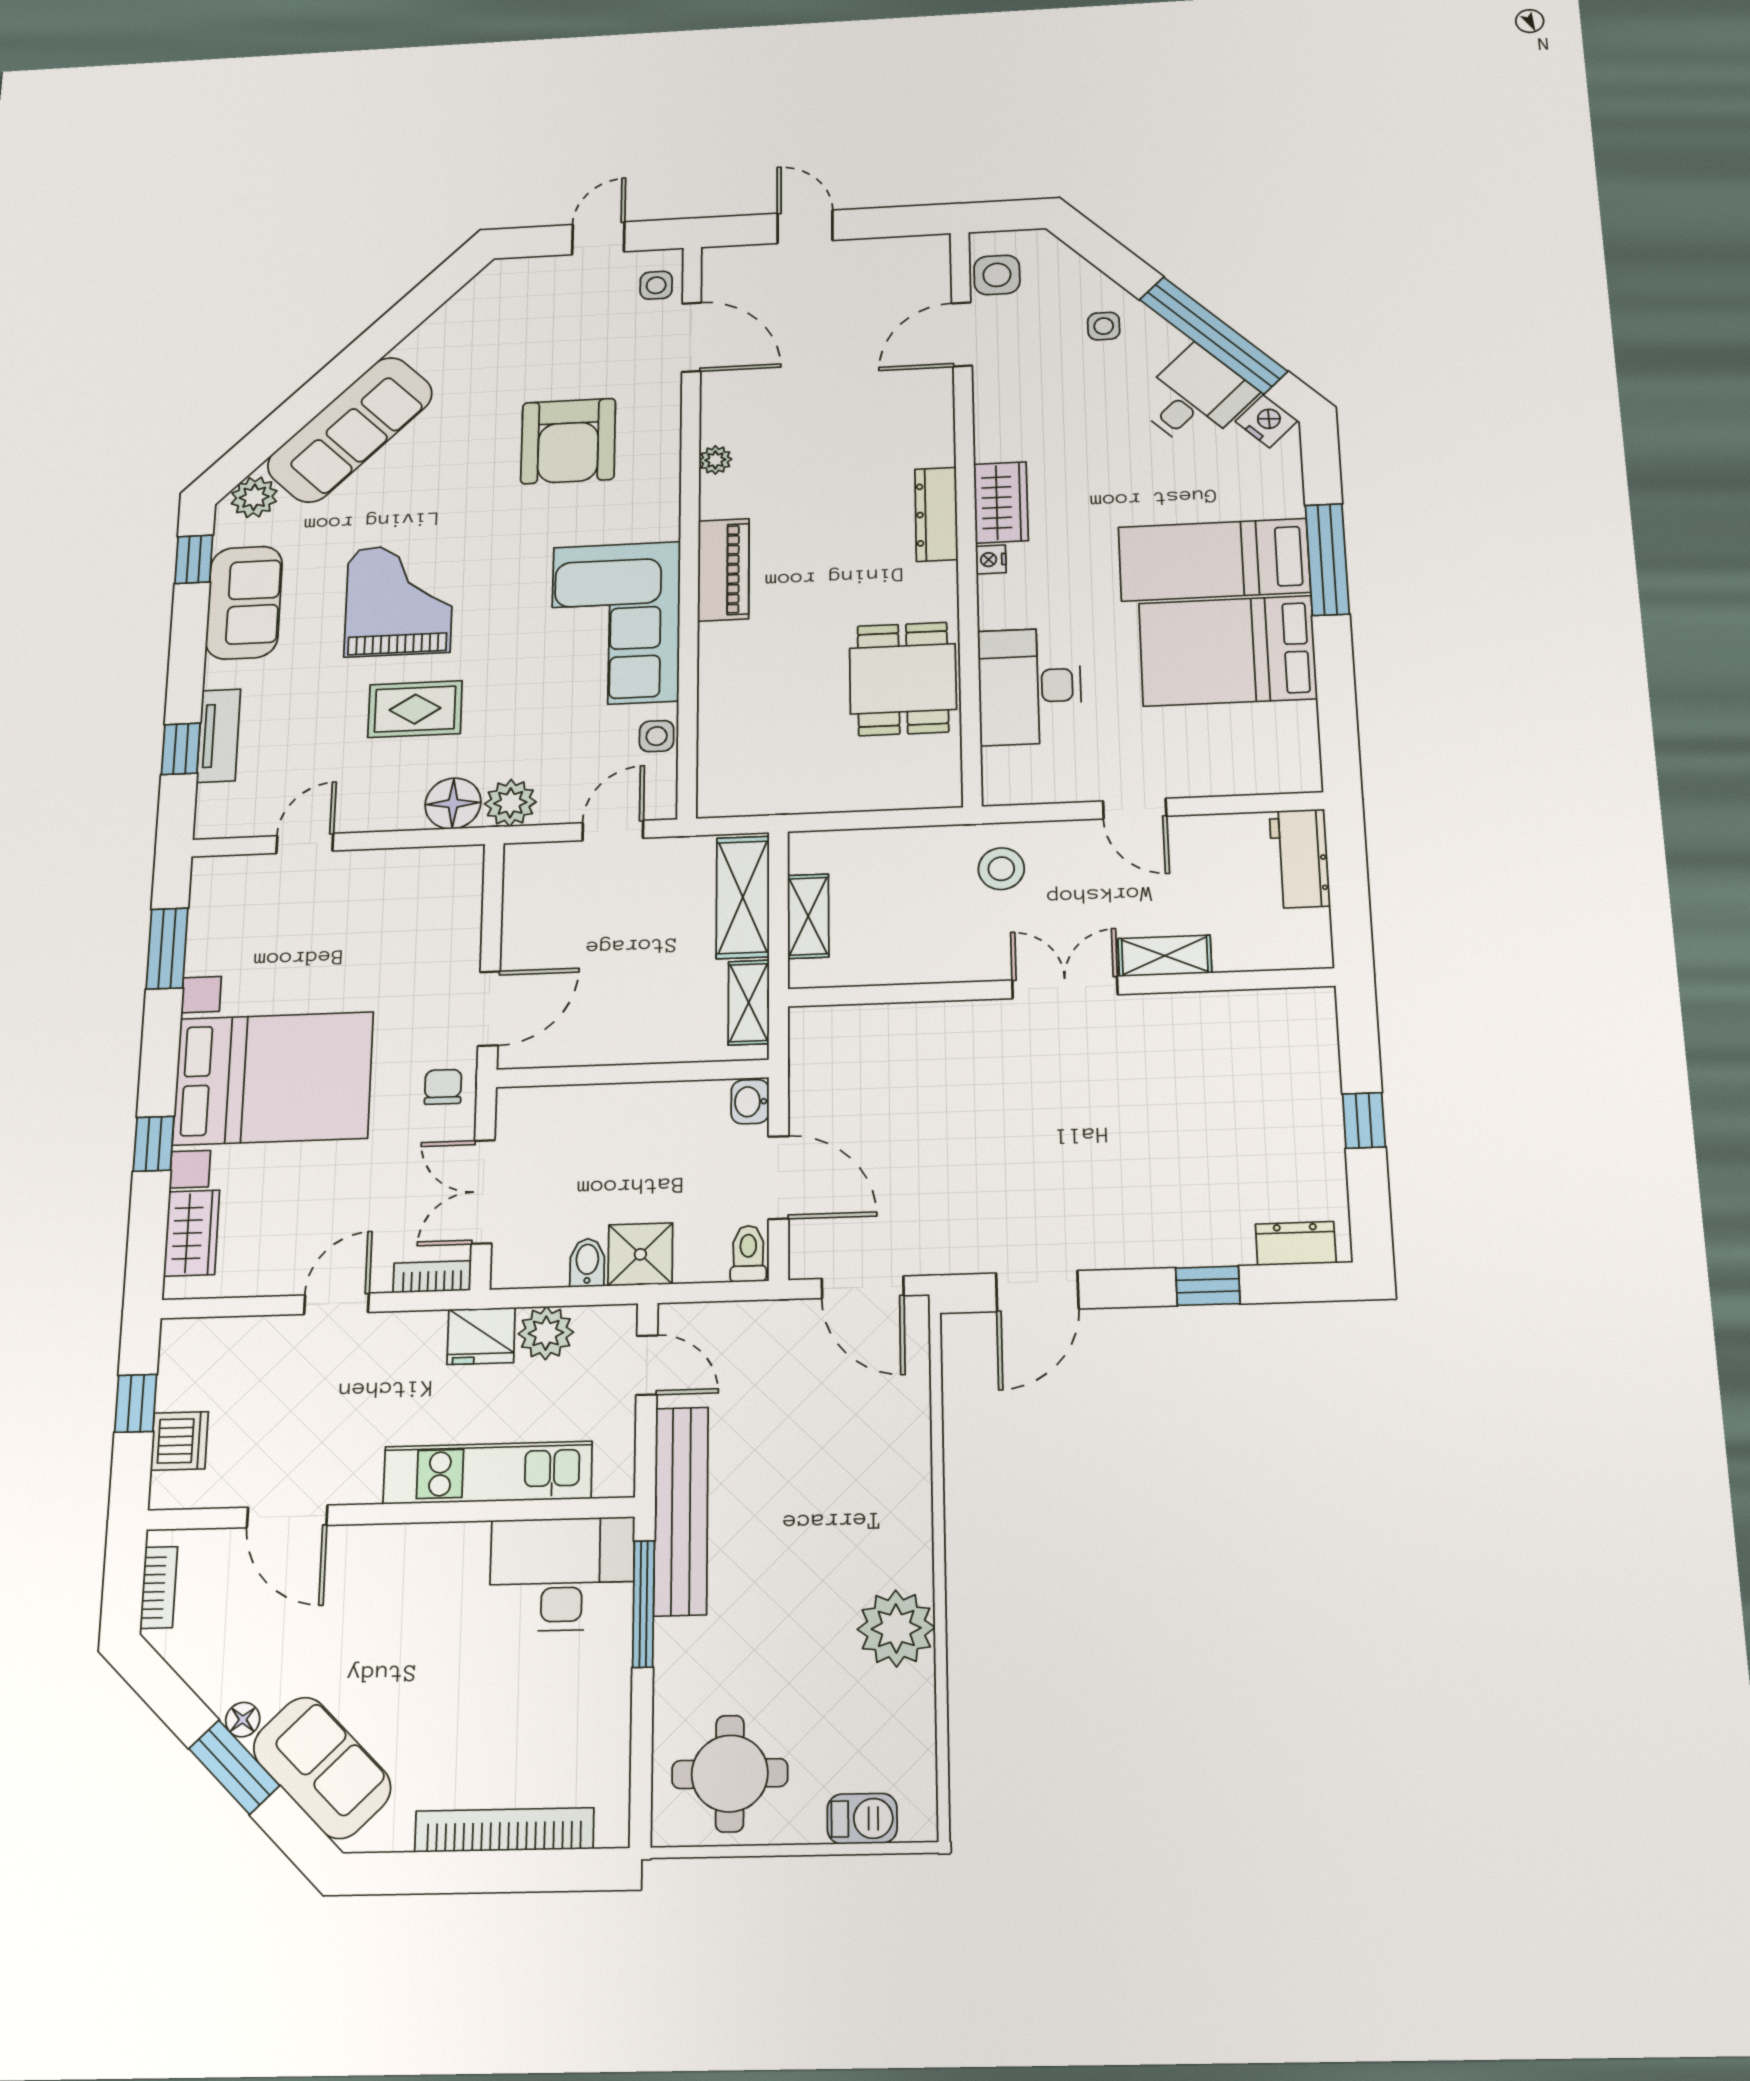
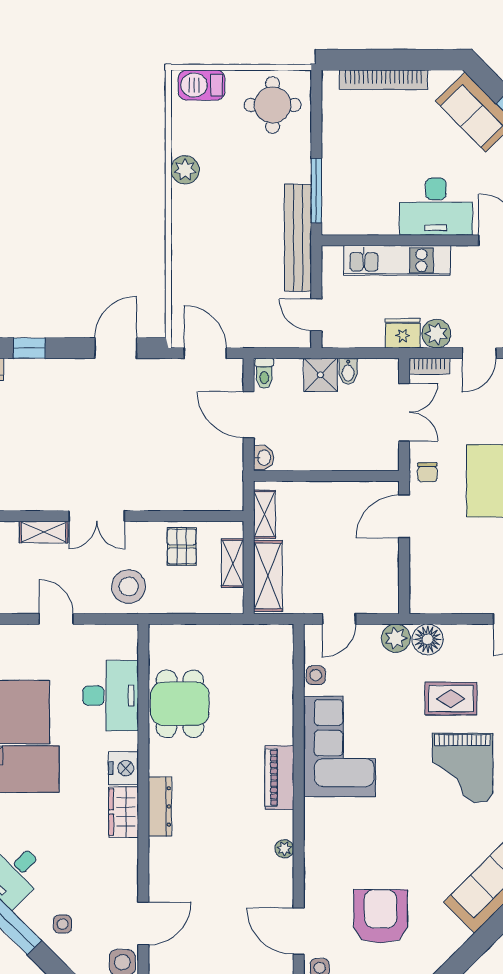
armchair: (568, 441) -> (381, 916), moved
nightstand: (991, 560) -> (123, 768), width x1.89, depth x1.79
stool: (1001, 869) -> (129, 587), width x1.38, depth x1.38
pallet: (903, 941) -> (182, 546), added
plant: (546, 1333) -> (436, 334), moved
desk: (562, 1574) -> (436, 207), moved
plant: (896, 1628) -> (185, 170), width x0.73, depth x0.73
barbecue: (862, 1819) -> (202, 85), width x1.38, depth x1.27

